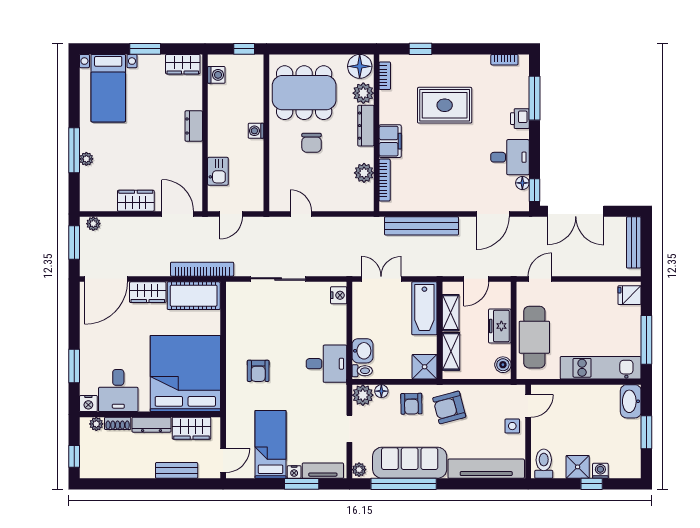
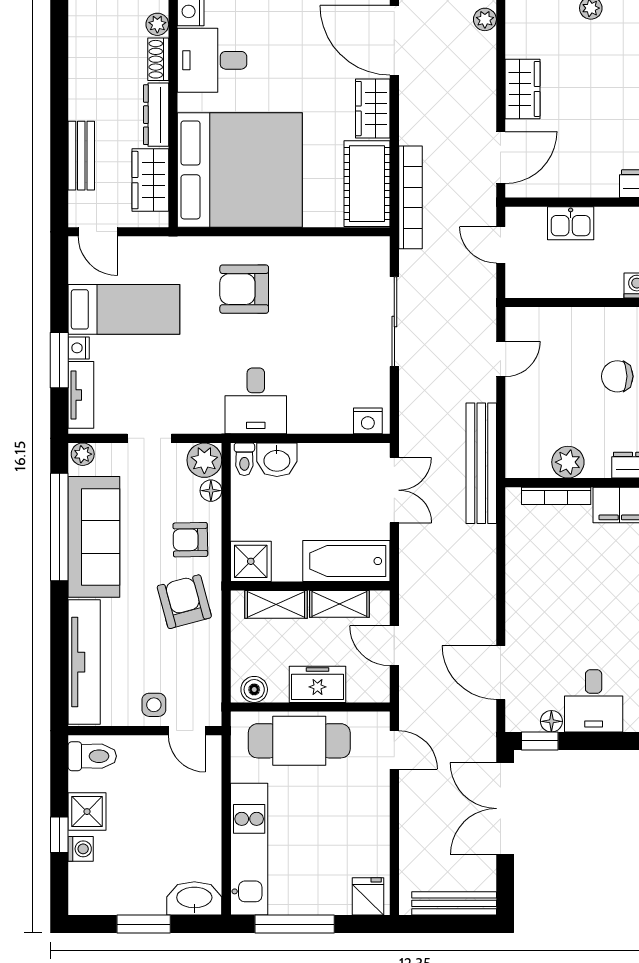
bench: (422, 226) -> (481, 463), moved
armchair: (258, 371) -> (244, 289), width x1.38, depth x1.38

